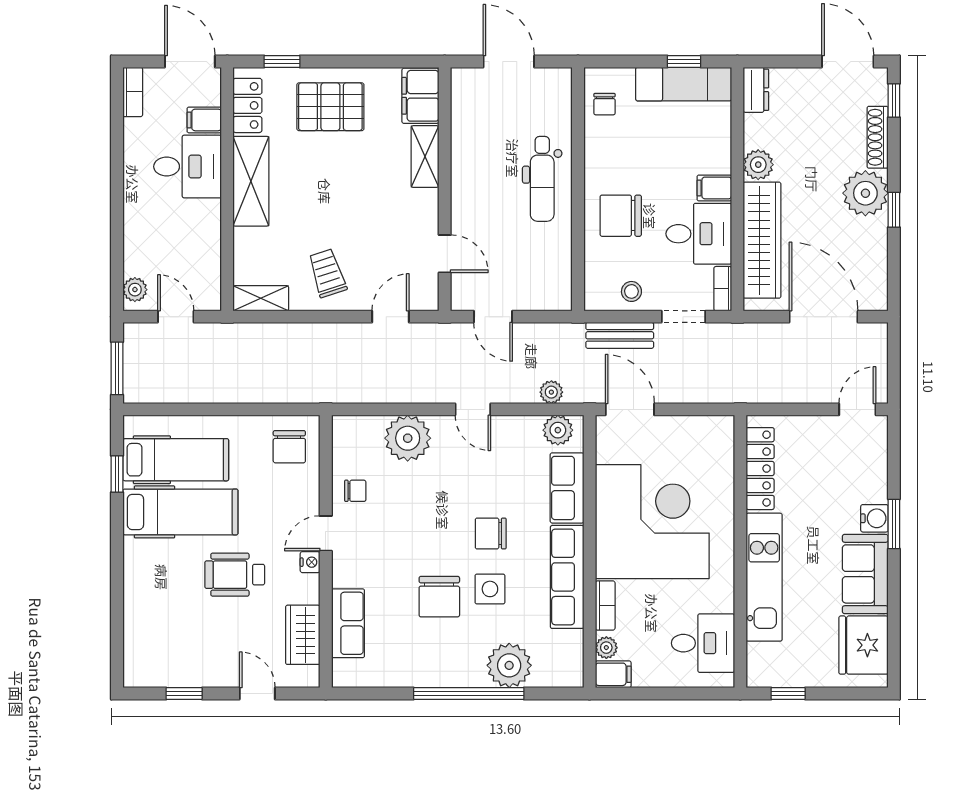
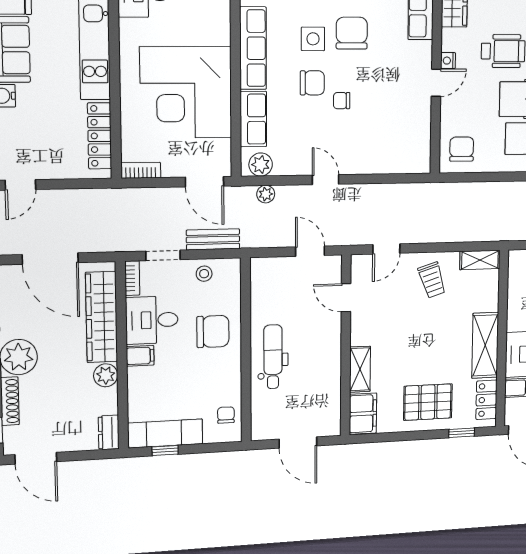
plant: (408, 438) -> (375, 157), removed
chair: (355, 491) -> (342, 101), moved
bookcase: (605, 605) -> (141, 170), moved, turned 90

